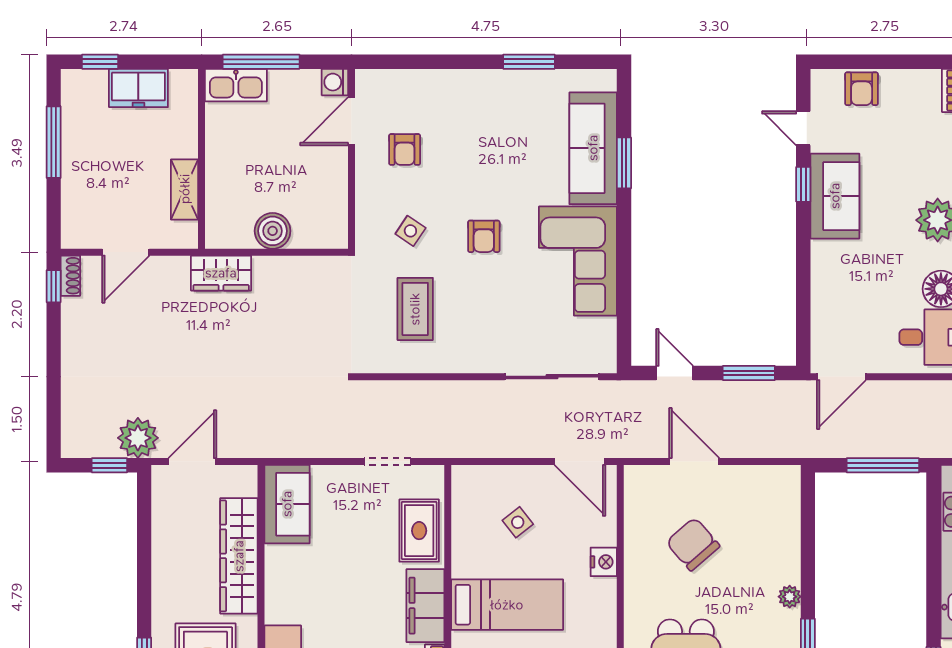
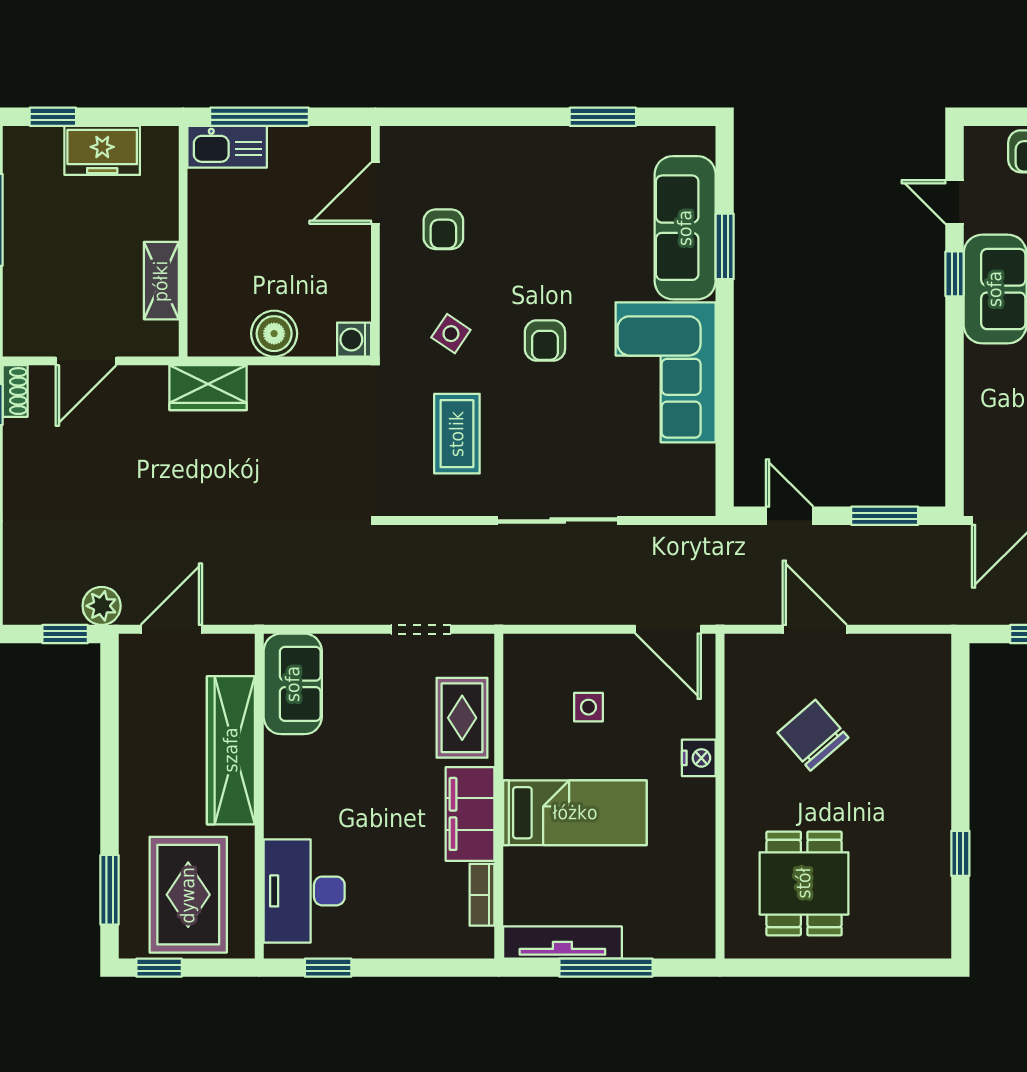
washing machine: (335, 82) -> (354, 340), moved
sliding door: (552, 377) -> (558, 520), moved
plant: (138, 438) -> (102, 606), width x0.73, depth x0.73
side table: (518, 522) -> (588, 707), turned 38
plant: (790, 597) -> (937, 802), removed

